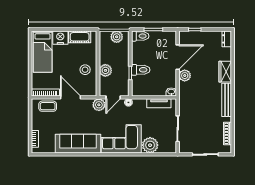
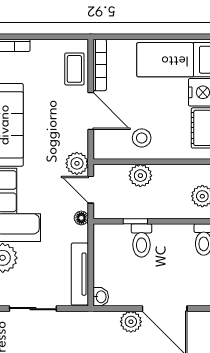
door: (70, 97) -> (91, 111), hinge flipped
tv unit: (159, 103) -> (80, 274), width x1.41

